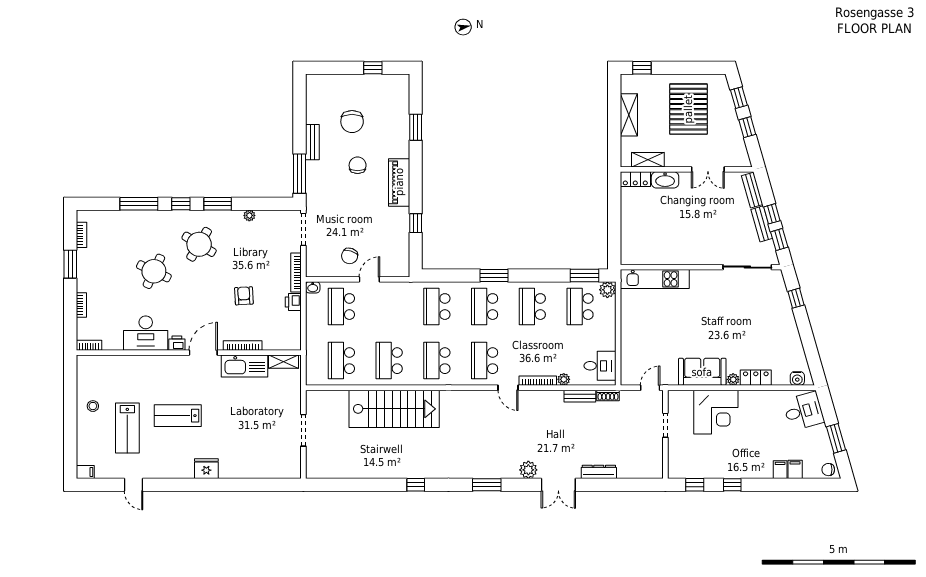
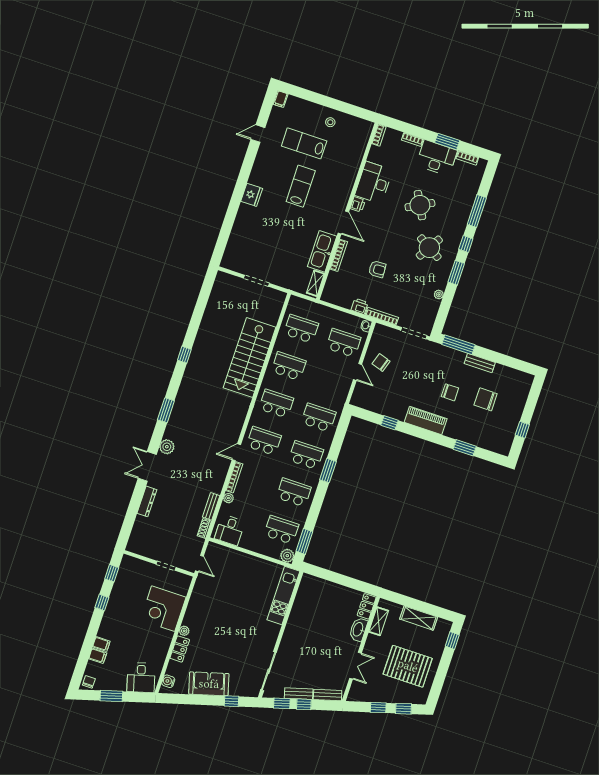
double door: (708, 169) -> (355, 666), swing flipped
desk: (93, 270) -> (437, 158), added
round table: (154, 271) -> (420, 205), turned 37
sofa: (702, 372) -> (209, 684), moved, turned -106

